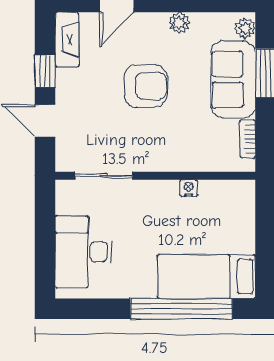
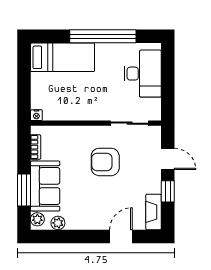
plant: (179, 23) -> (58, 223), moved
armchair: (146, 86) -> (105, 162), moved
nightstand: (189, 188) -> (36, 115), moved
window: (181, 309) -> (103, 36), moved

